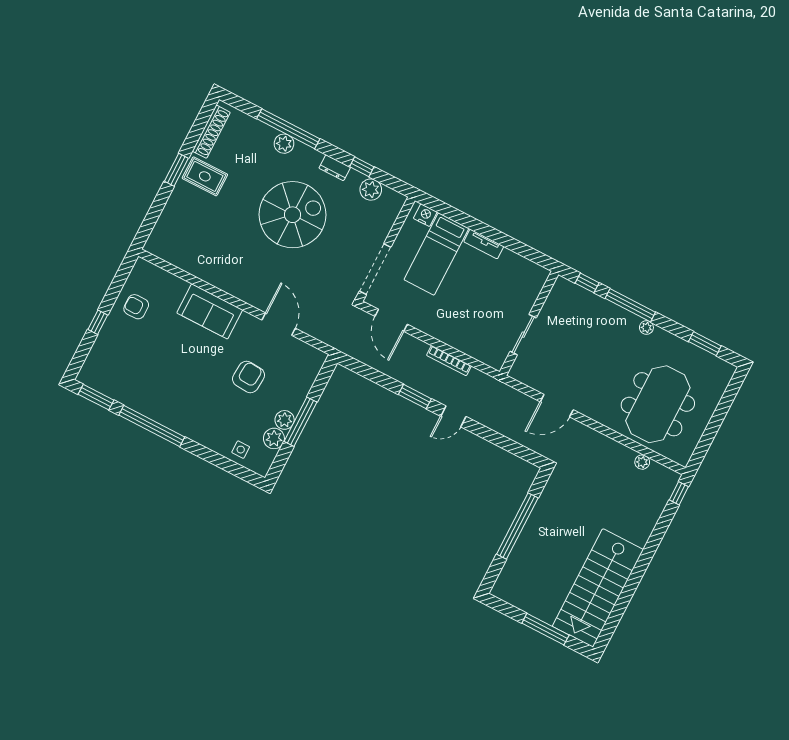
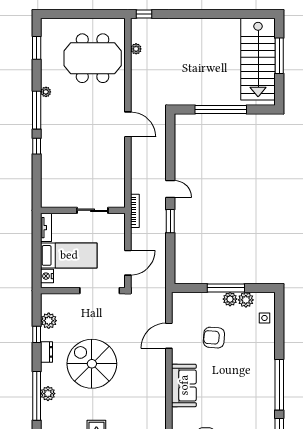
wall: (529, 323) -> (83, 210), moved
sliding door: (523, 335) -> (93, 210), moved
stairs: (598, 588) -> (258, 59), moved, turned 90

